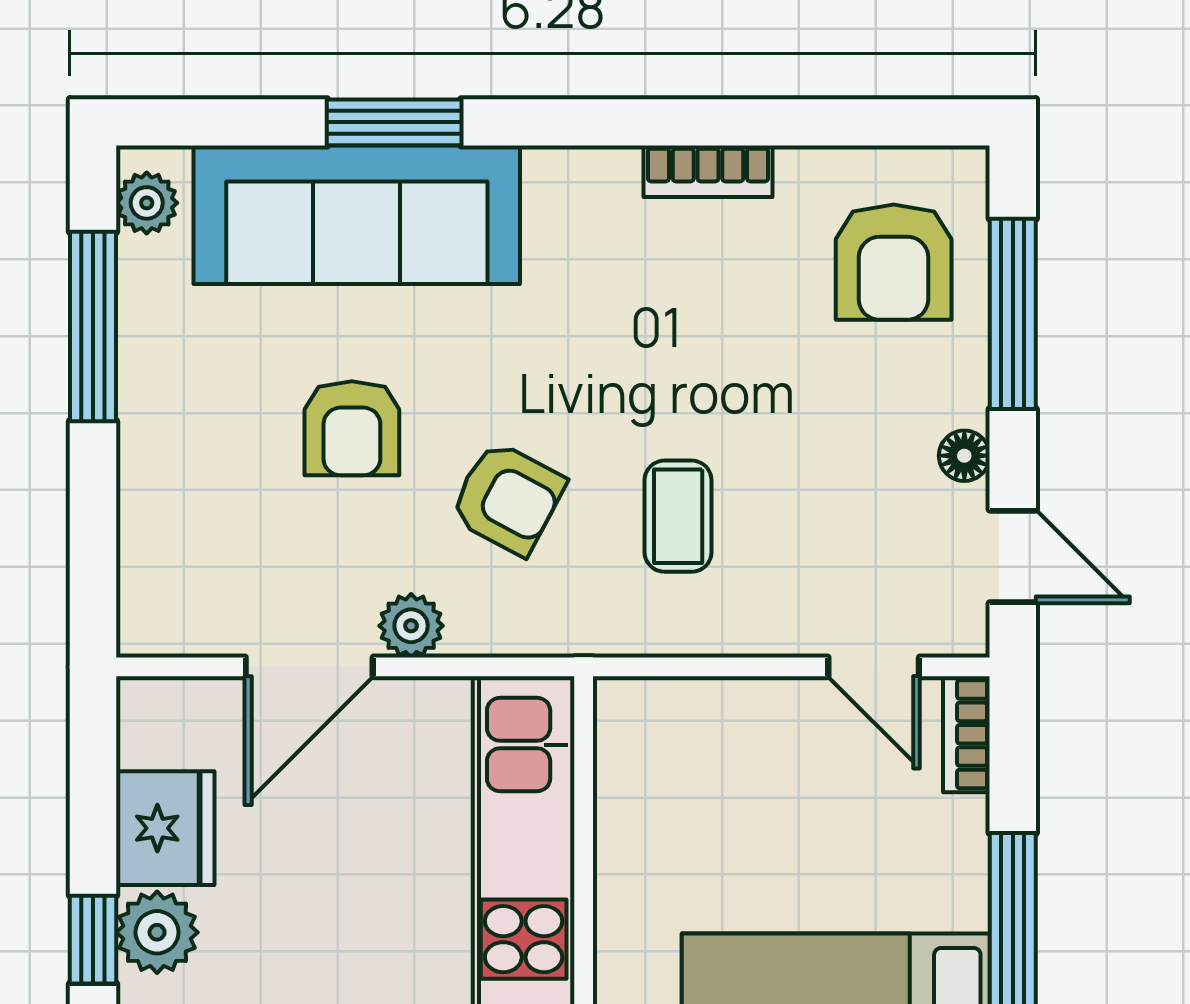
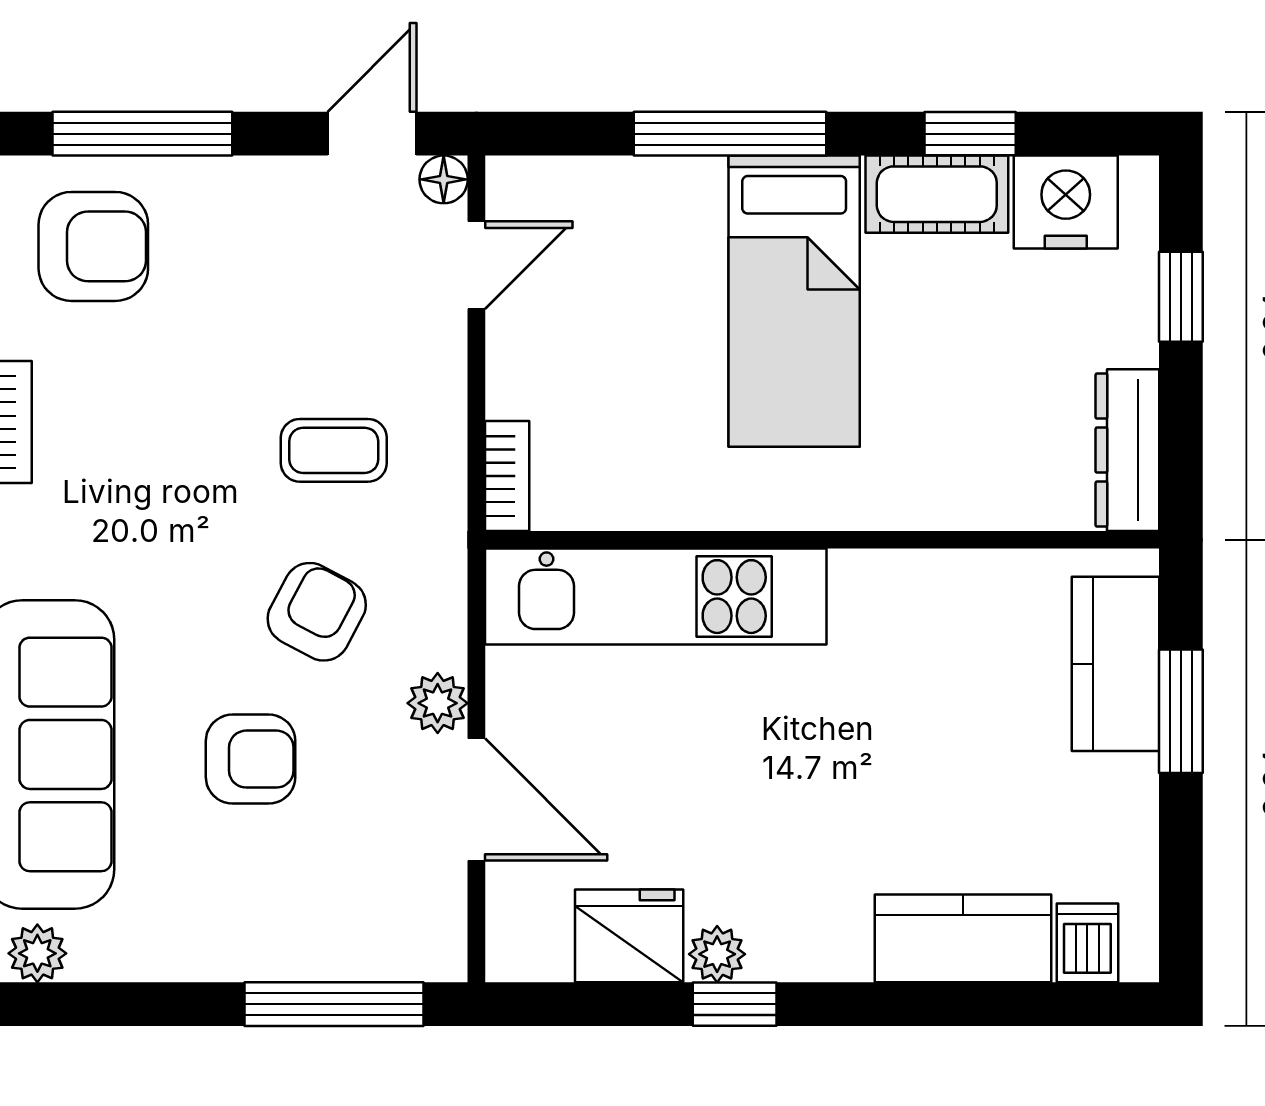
window: (93, 327) -> (334, 1004), moved
floor lamp: (964, 456) -> (444, 179), moved
bookcase: (966, 734) -> (507, 476), moved, turned -90
plant: (157, 932) -> (717, 954), width x0.73, depth x0.73

